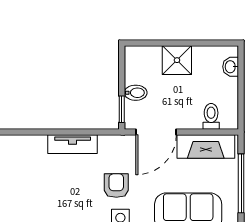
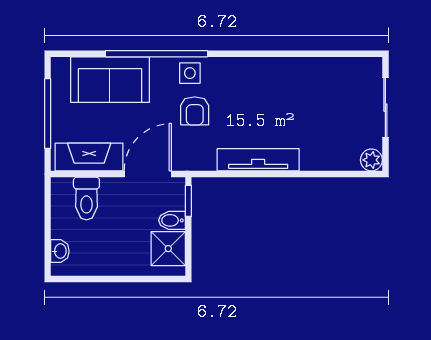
shower: (177, 60) -> (168, 249), moved
toilet: (211, 116) -> (86, 198), width x1.37, depth x1.39
tv unit: (73, 144) -> (258, 160), width x1.41

